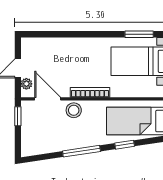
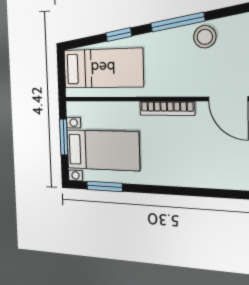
stool: (74, 110) -> (205, 37), moved

